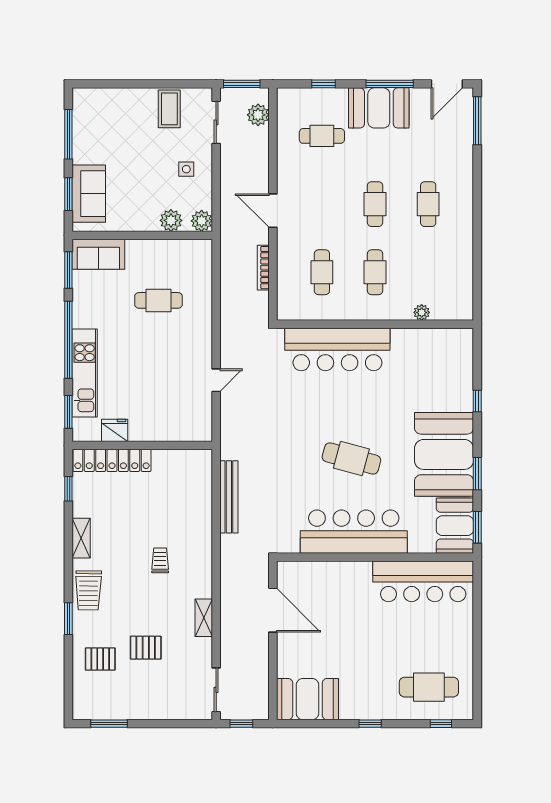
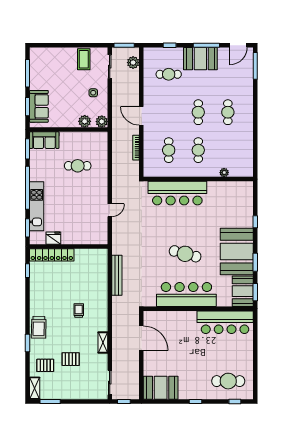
shelving: (81, 538) -> (35, 388), moved

